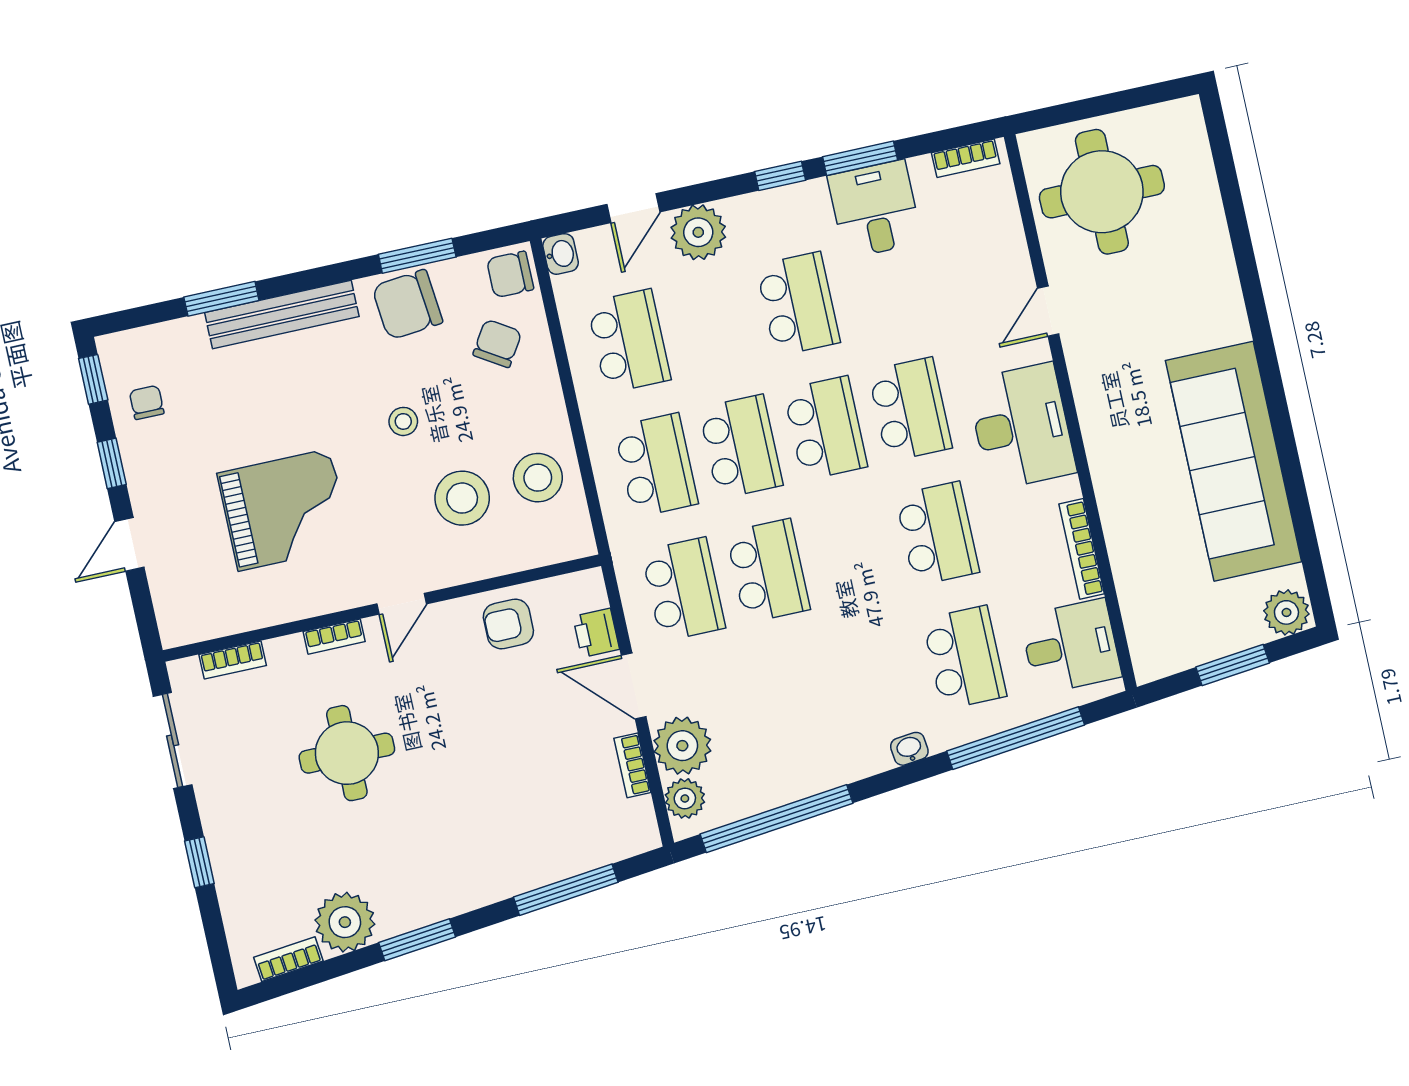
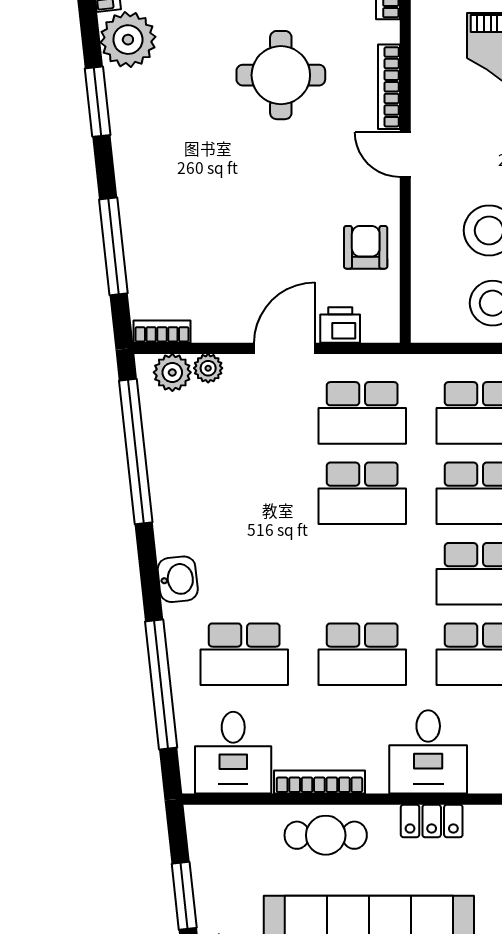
locker: (1097, 422) -> (432, 821), added
desk: (1021, 426) -> (428, 752), width x0.73
cafe table: (1136, 530) -> (326, 835), added
bookcase: (334, 637) -> (389, 87), width x1.56
plant: (682, 746) -> (208, 368), width x0.53, depth x0.53
washbasin: (909, 749) -> (178, 579), width x1.38, depth x1.45
bookcase: (632, 765) -> (162, 332), moved

